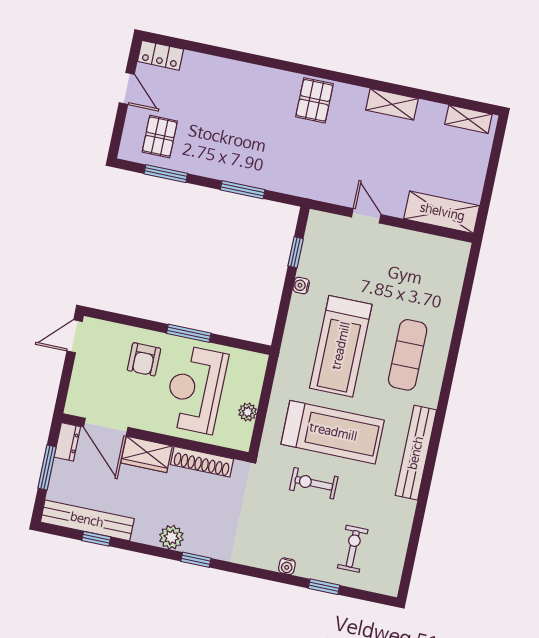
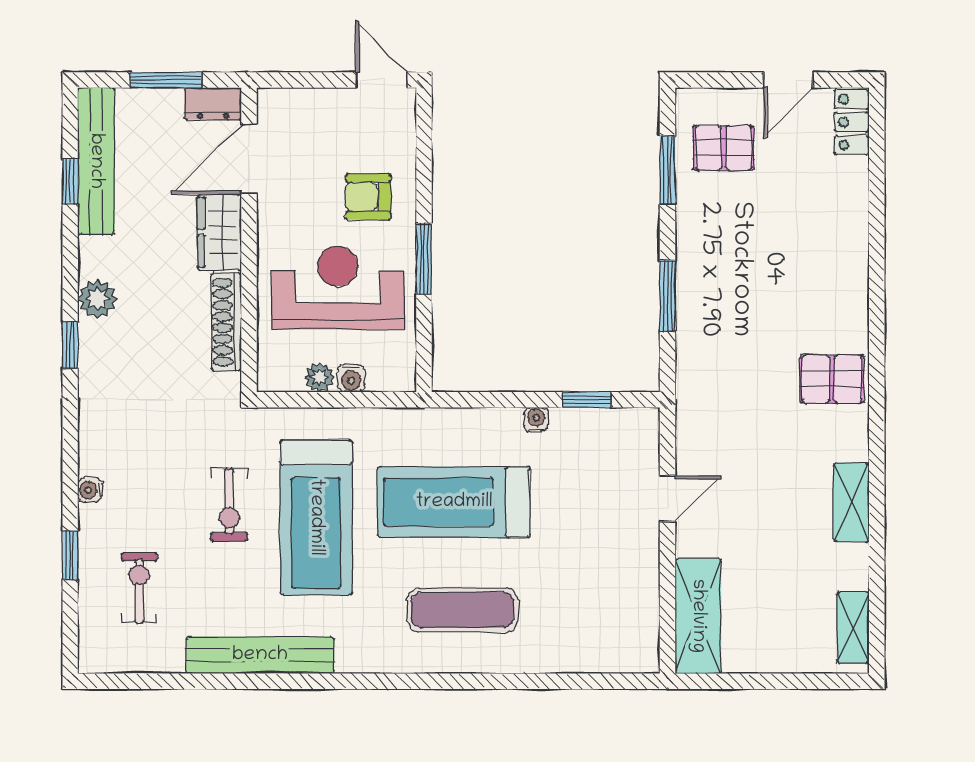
water cooler: (252, 393) -> (351, 378), added
bench: (416, 453) -> (260, 655), moved
exercise bike: (314, 483) -> (229, 505), turned 180
exercise bike: (353, 549) -> (139, 588), turned -90

